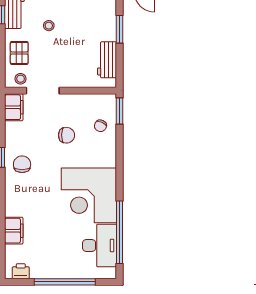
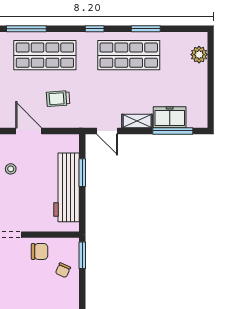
workbench: (107, 60) -> (67, 187), width x1.88, depth x1.32
chair: (67, 135) -> (40, 251), moved

